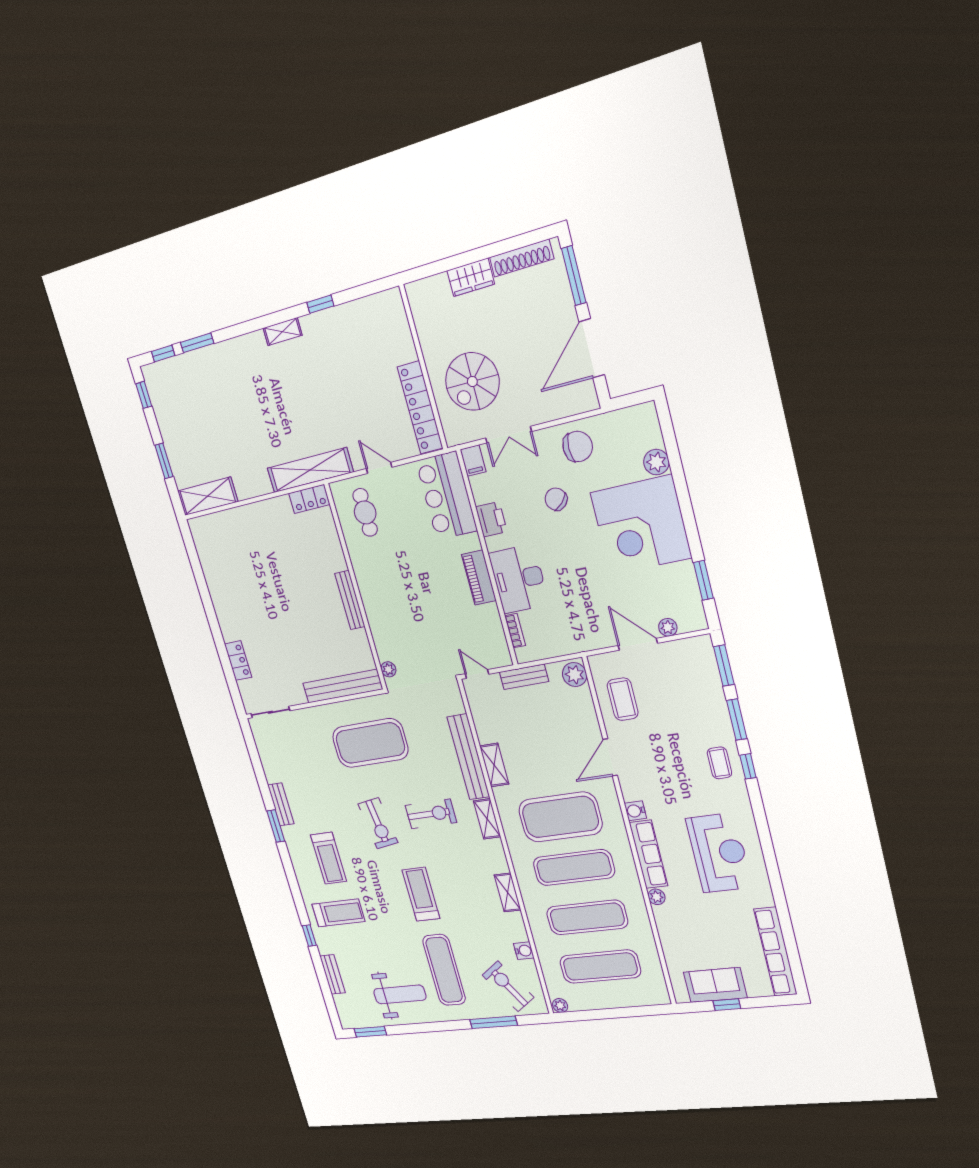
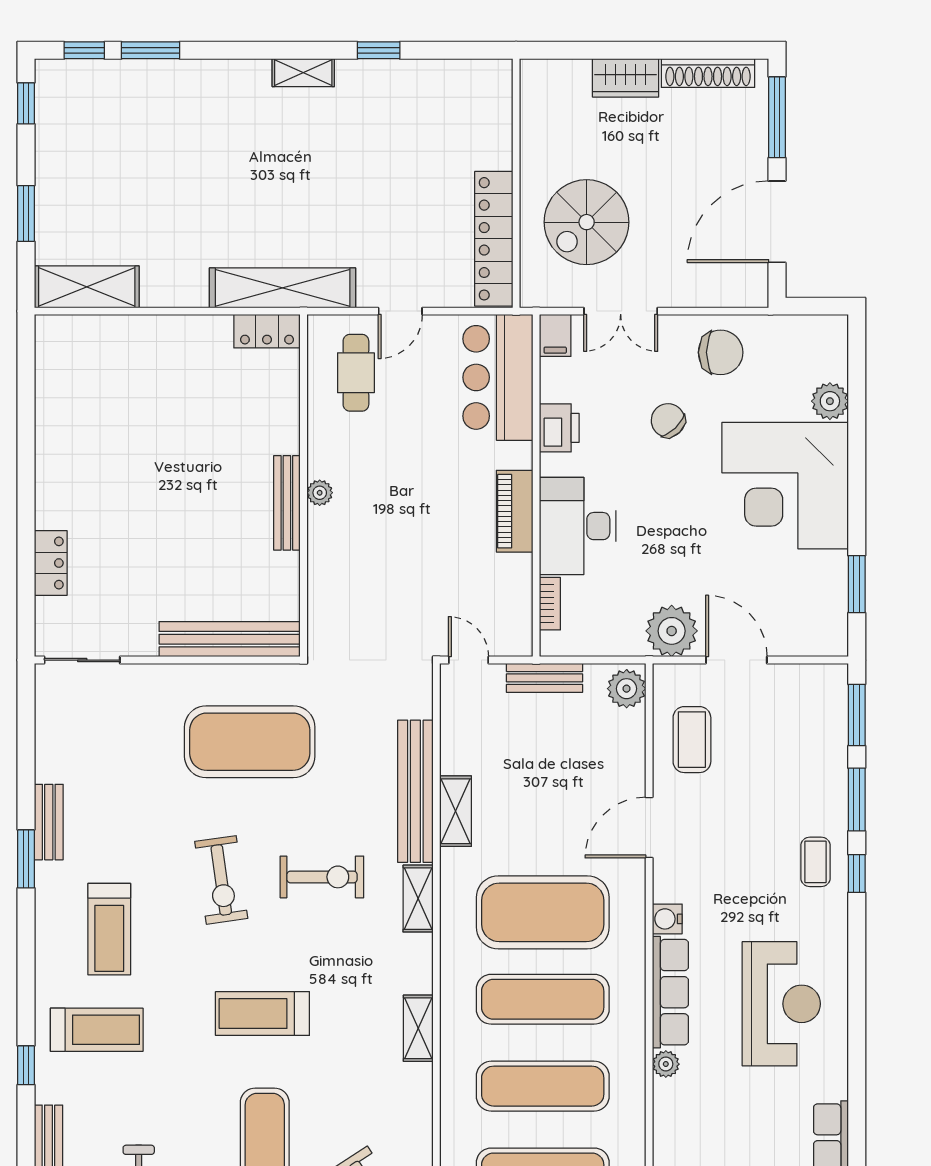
door: (379, 468) -> (400, 311), swing flipped
plant: (668, 627) -> (672, 631), moved, width x1.88, depth x1.88
plant: (388, 669) -> (320, 493), moved
treadmill: (421, 894) -> (262, 1014), turned -90
water cooler: (524, 951) -> (418, 1133), removed

